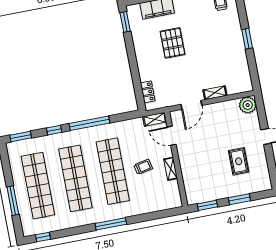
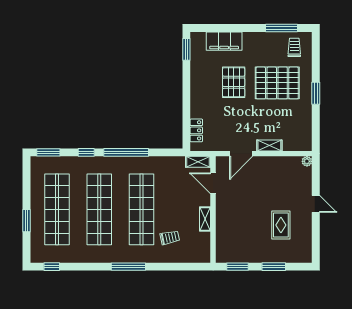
pallet: (211, 36) -> (277, 83), added
plant: (248, 105) -> (307, 161), width x0.53, depth x0.53
trolley: (143, 167) -> (170, 238), moved
window: (13, 201) -> (27, 221), width x0.69

